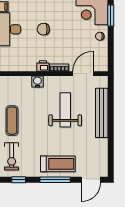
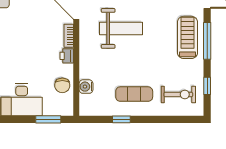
chair: (43, 29) -> (62, 85), moved
water cooler: (37, 82) -> (86, 87), moved
weight bench: (65, 110) -> (121, 28), turned 180

